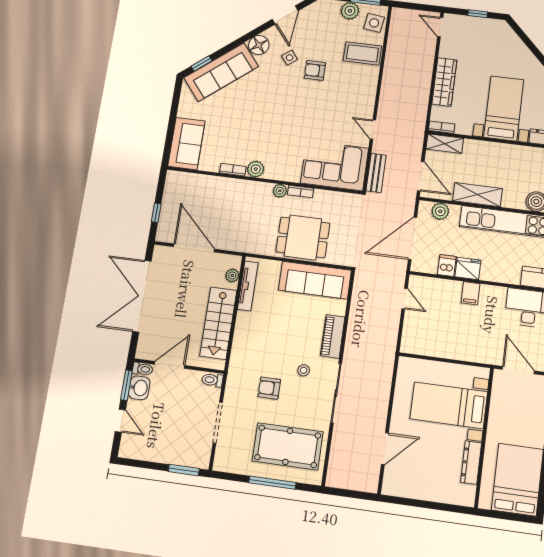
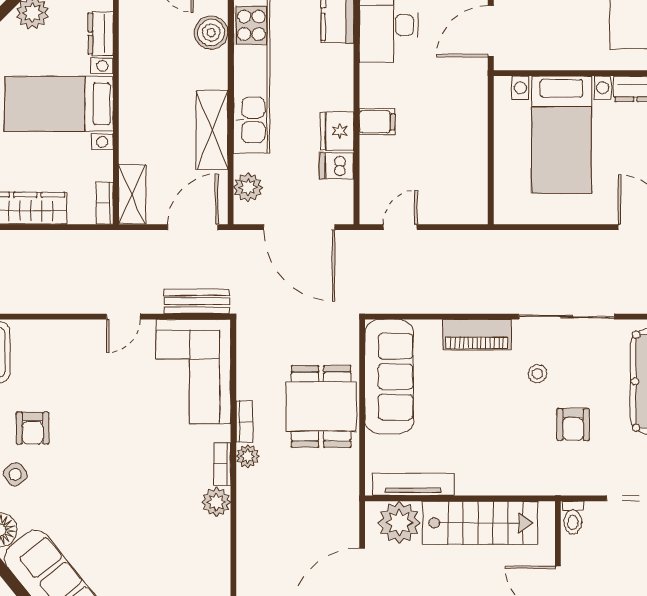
bookcase: (233, 170) -> (222, 464), moved
plant: (232, 275) -> (399, 523), width x1.87, depth x1.87

